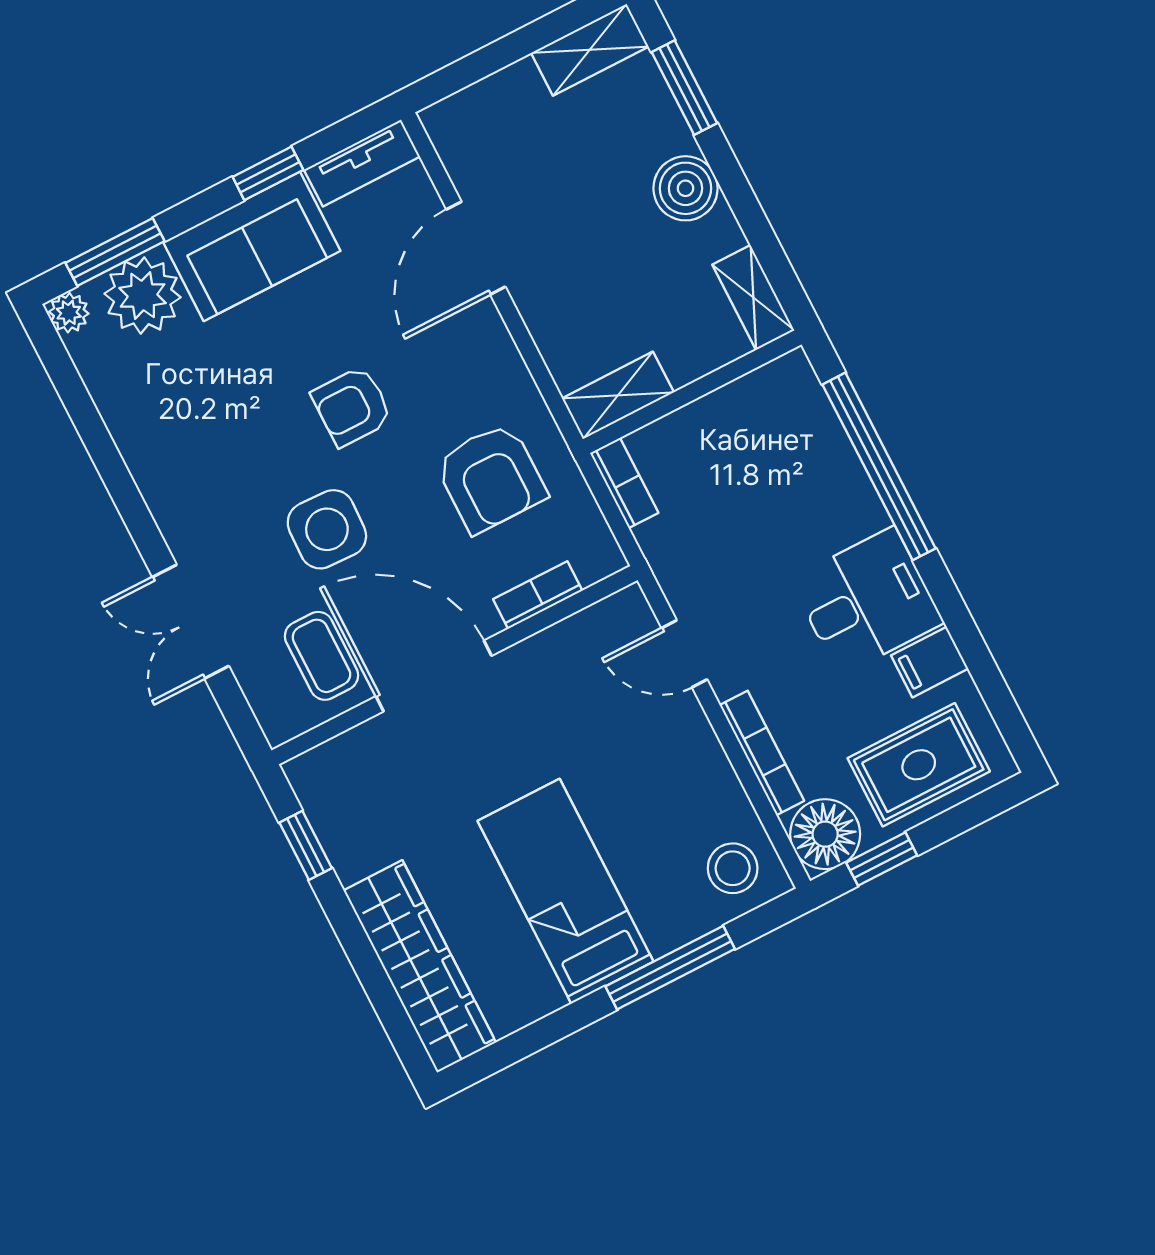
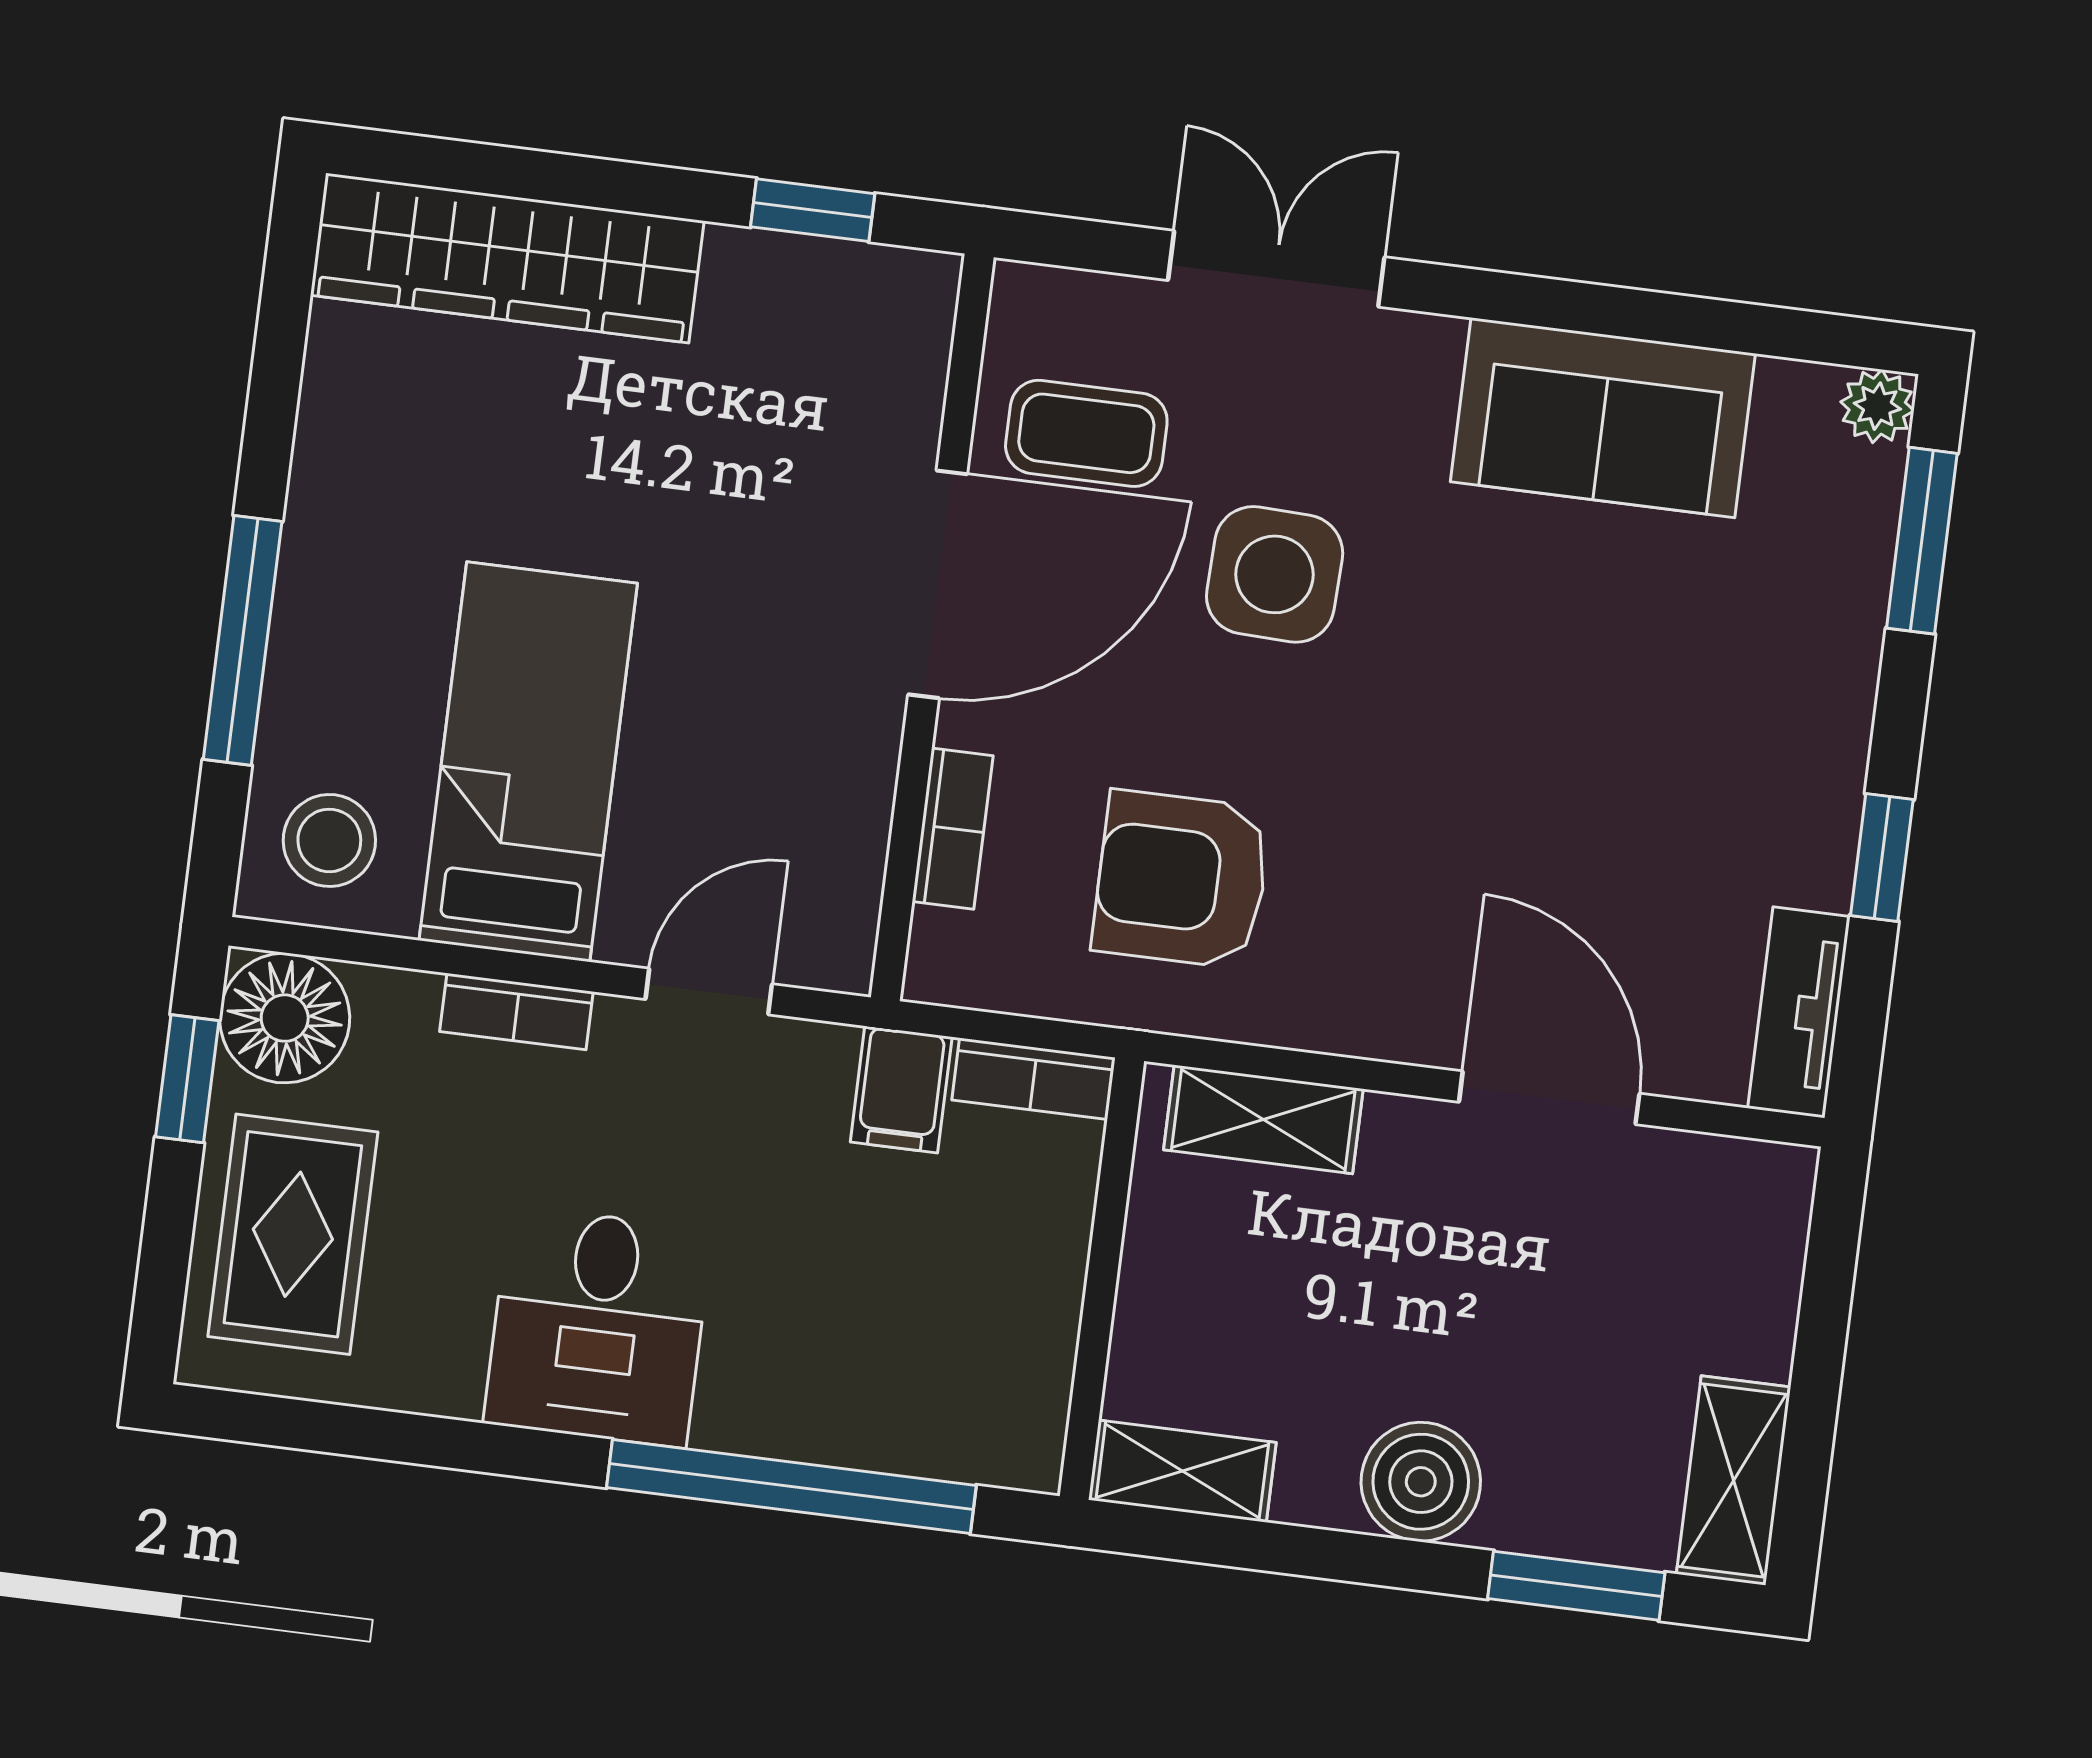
sofa: (252, 246) -> (1603, 418), moved, turned -90
plant: (143, 296) -> (1826, 537), removed
shelving: (618, 395) -> (1263, 1119), moved, turned 90
armchair: (352, 406) -> (1437, 742), removed
filing cabinet: (930, 662) -> (901, 1089), moved, turned 180
bookcase: (762, 753) -> (516, 1012), width x0.64
bed: (566, 891) -> (528, 762), moved, turned -90

